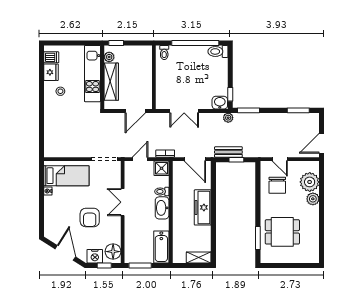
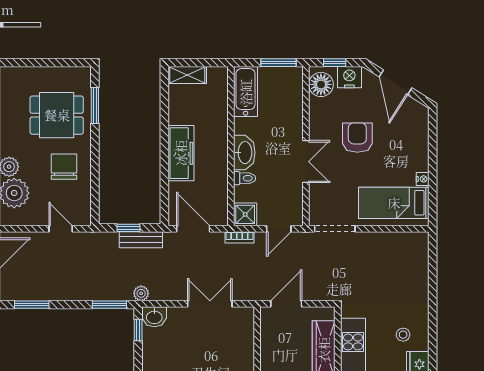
chair: (277, 185) -> (64, 167), moved

